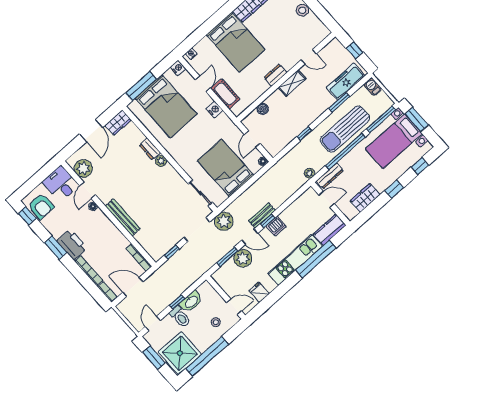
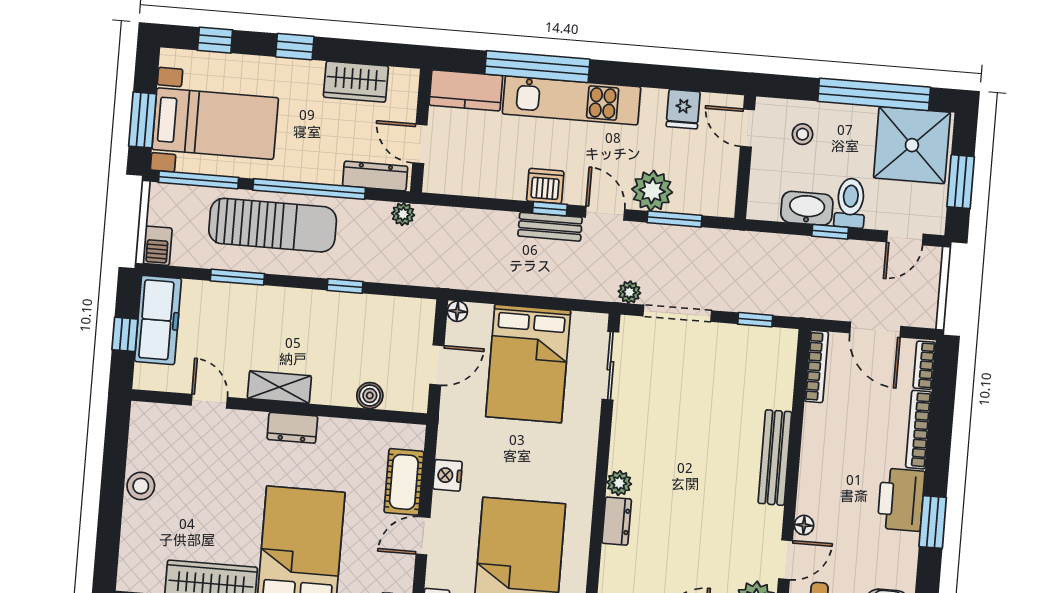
freezer: (346, 82) -> (158, 320), moved, turned -90
plant: (224, 221) -> (629, 292), width x0.53, depth x0.53

